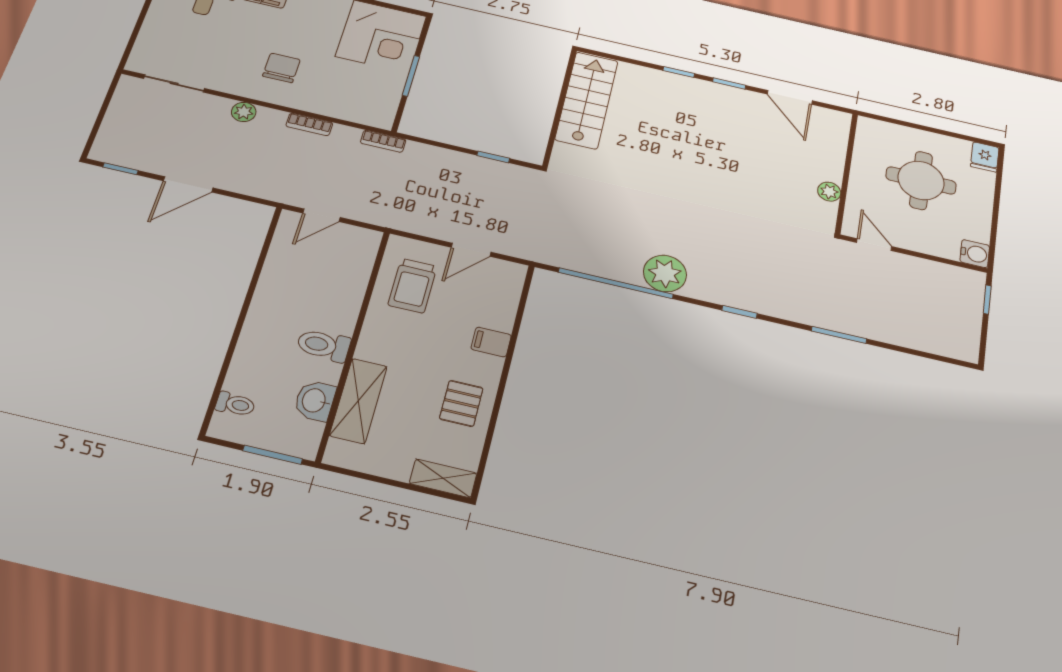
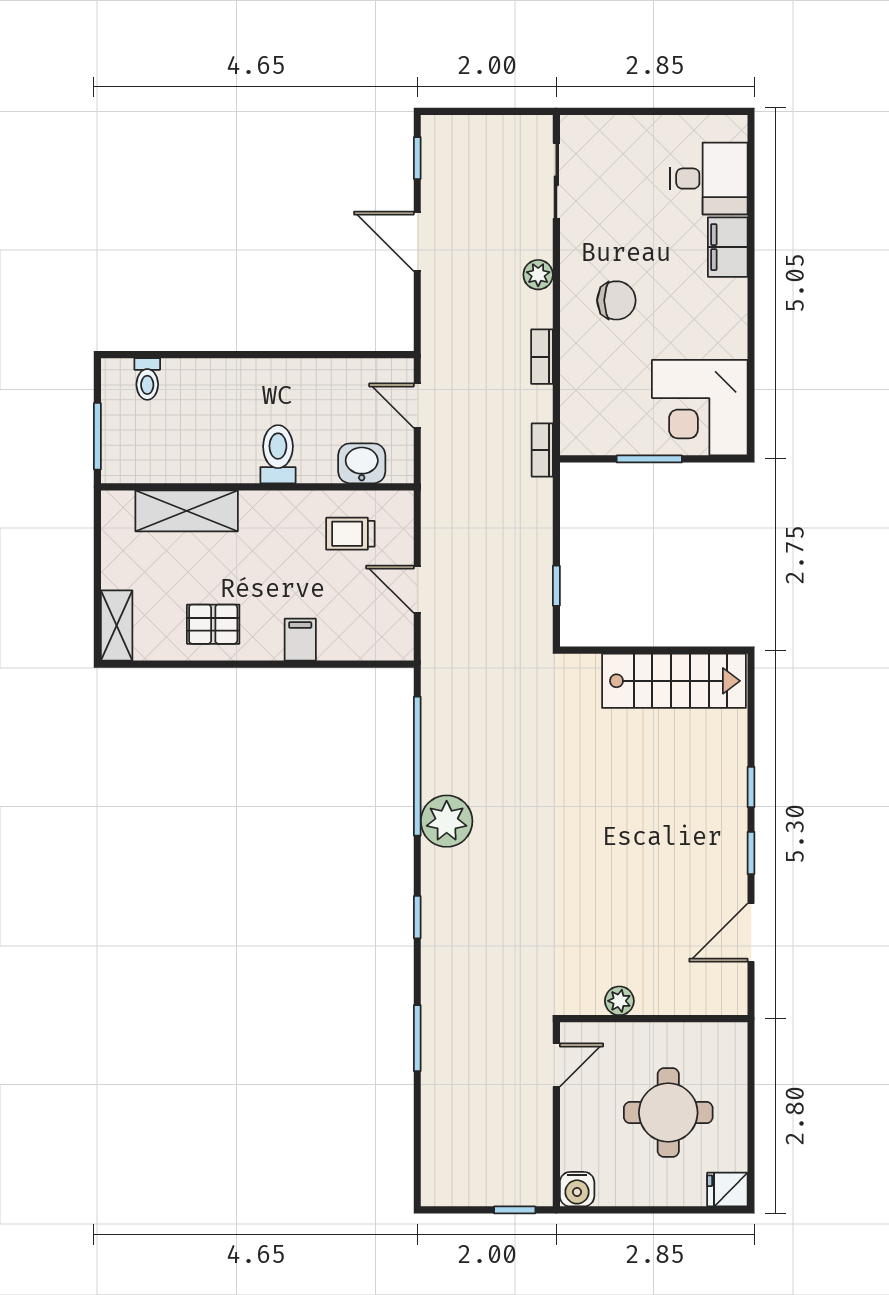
trolley: (412, 286) -> (350, 534), width x0.73, depth x0.72
toilet: (324, 345) -> (278, 454), moved
washbasin: (315, 401) -> (362, 463), moved

